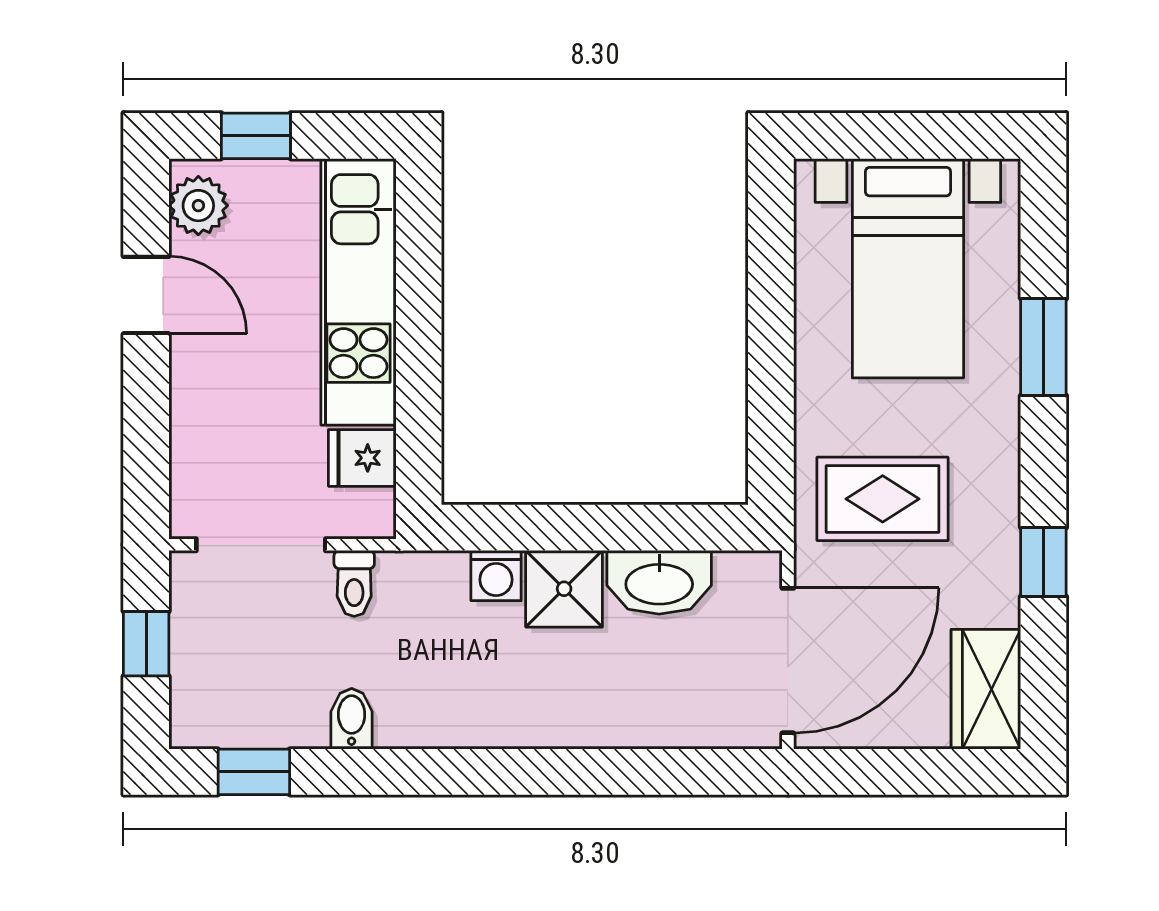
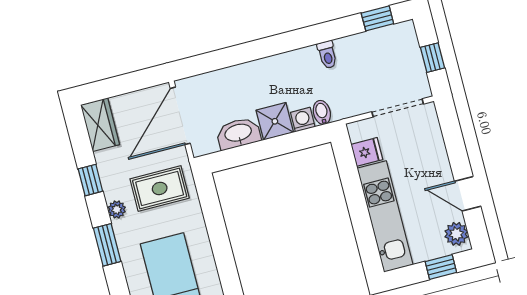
window: (1043, 347) -> (107, 245), moved
plant: (998, 475) -> (117, 209), added
toilet: (354, 583) -> (327, 55), moved, turned 180
bidet: (352, 719) -> (322, 112), moved, turned 180

